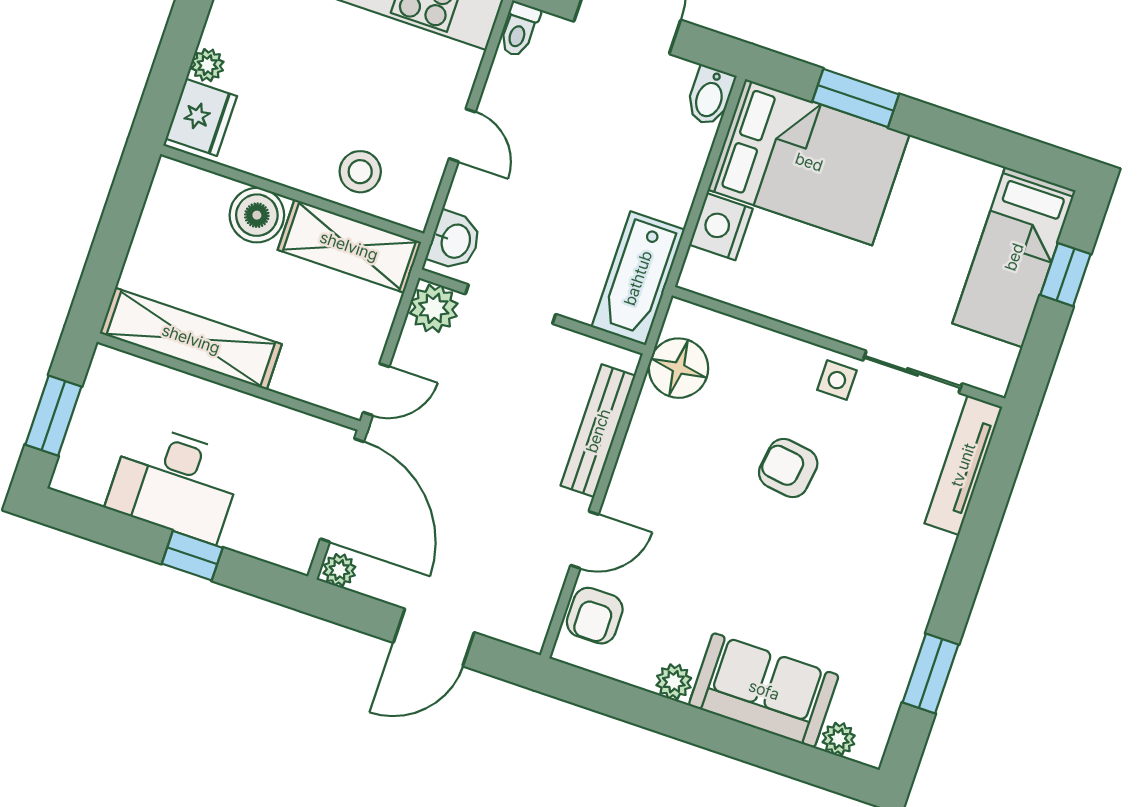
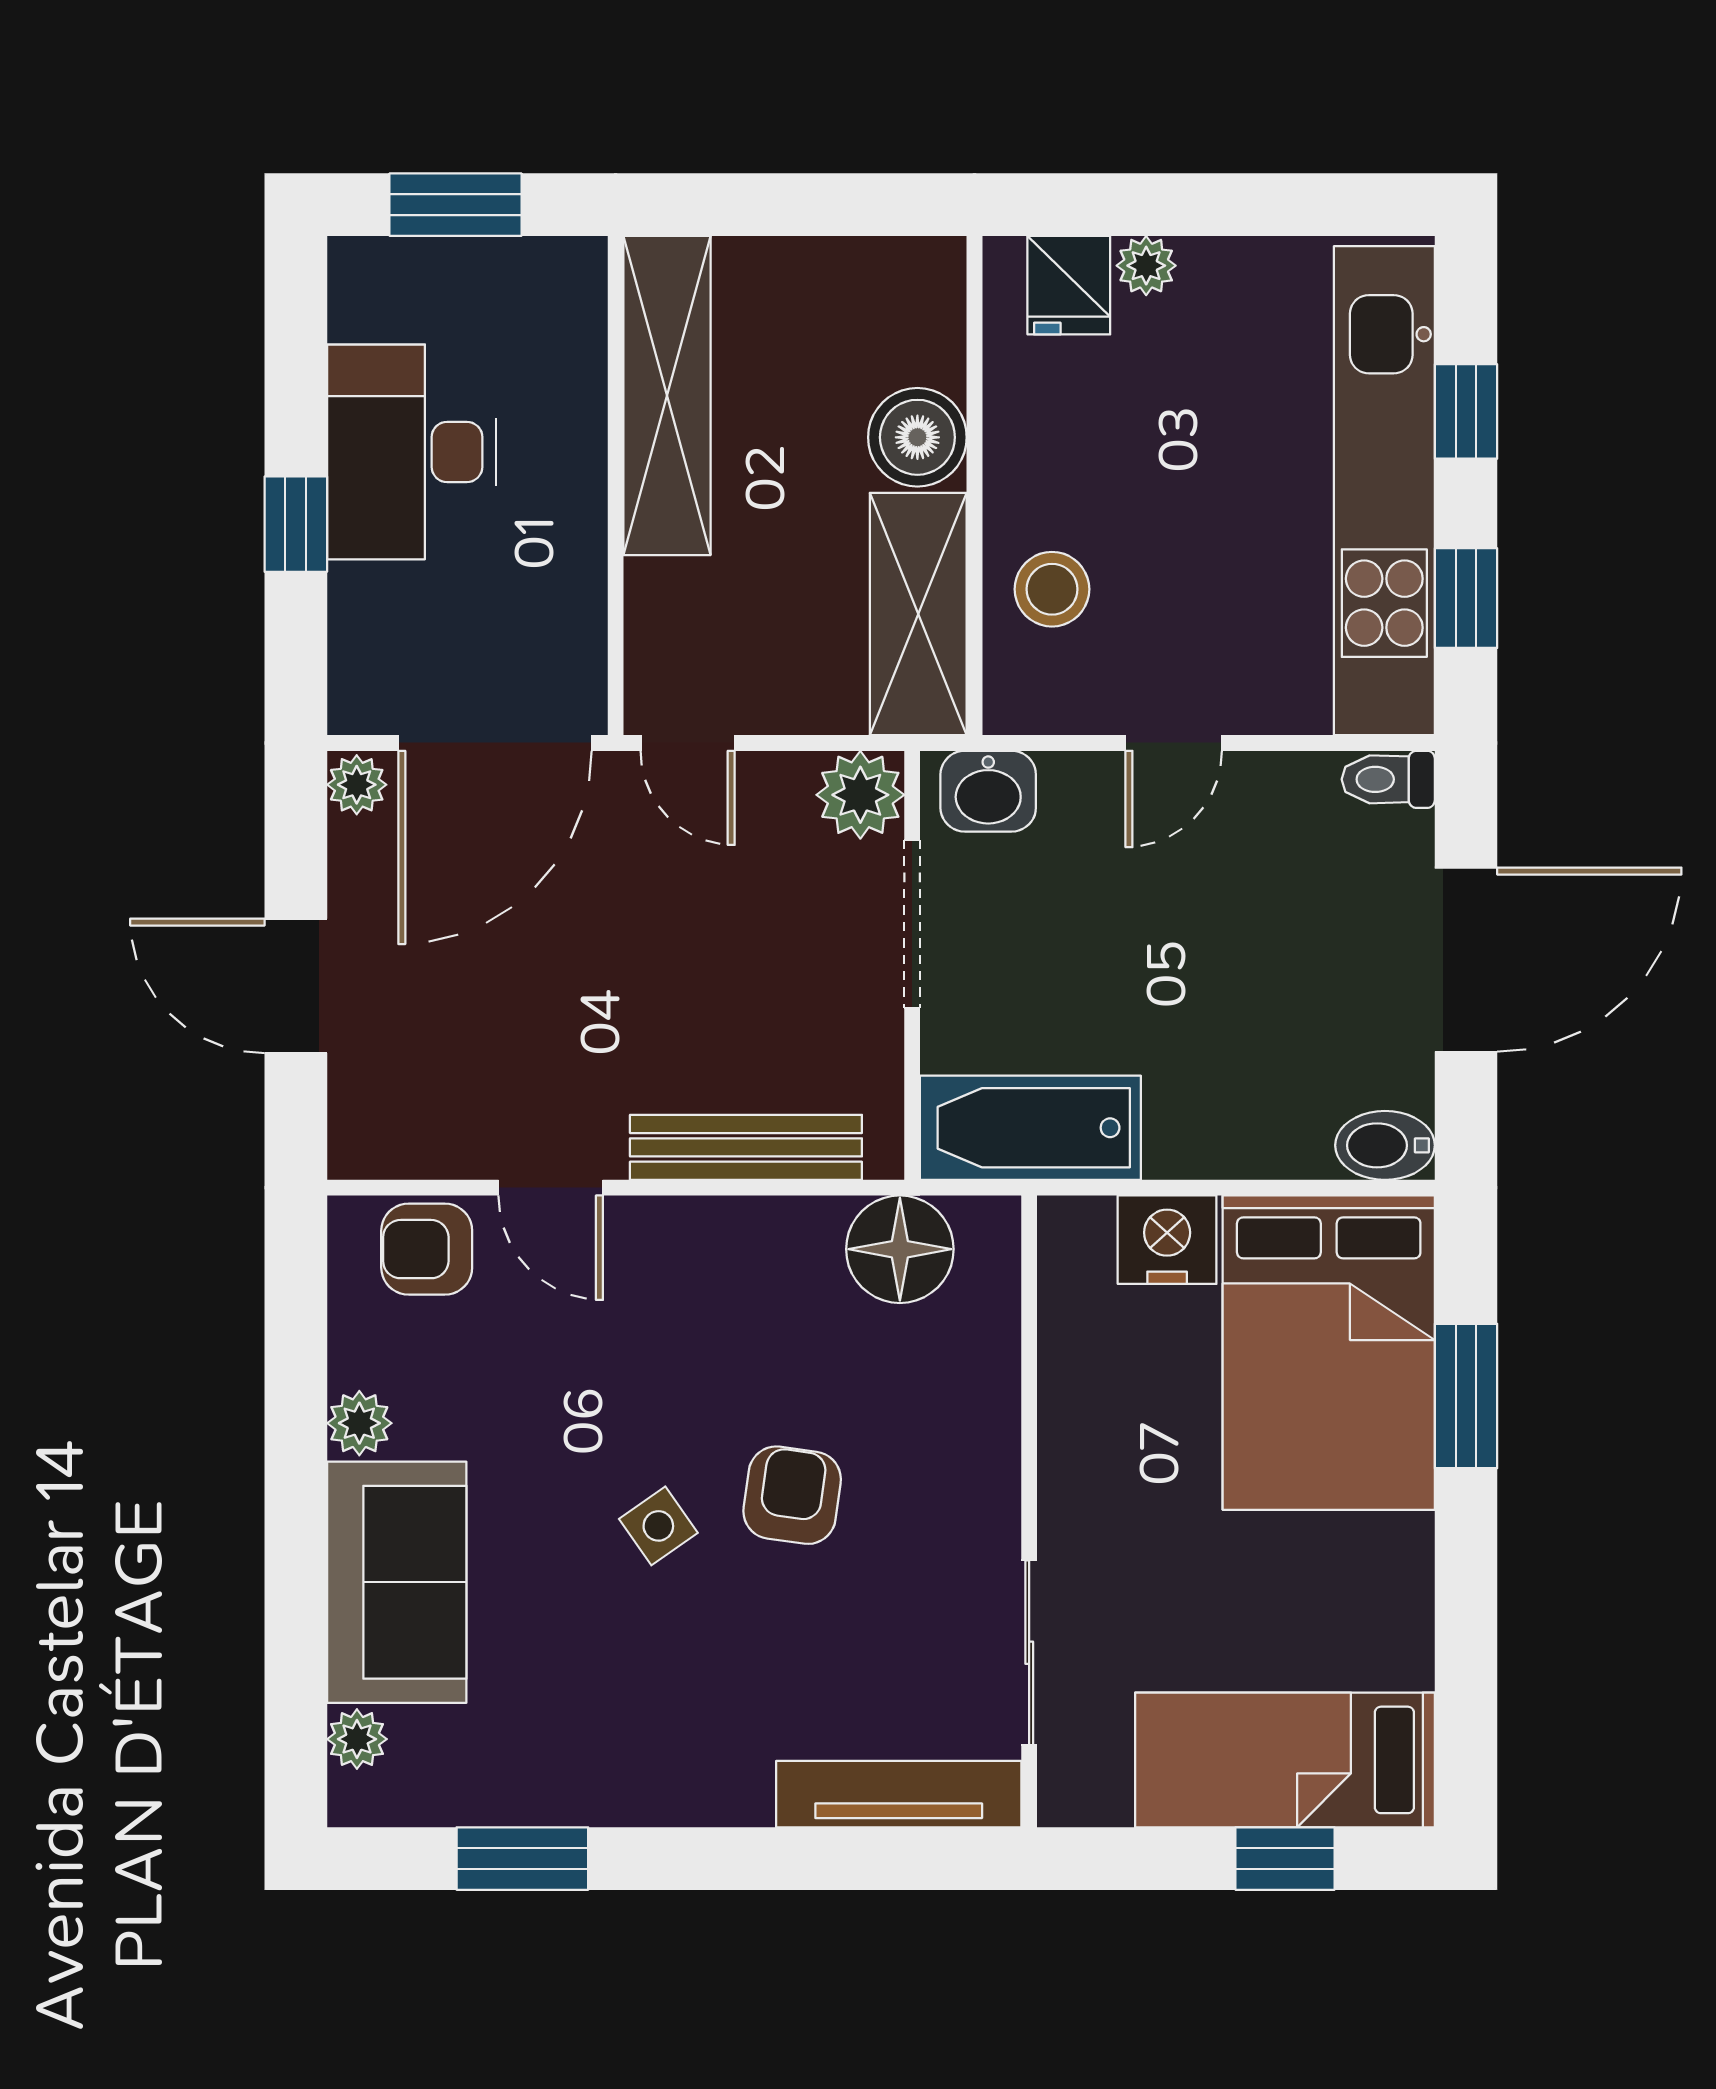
fridge: (201, 117) -> (1069, 285), width x0.72
side table: (837, 380) -> (658, 1526), moved, turned -35

